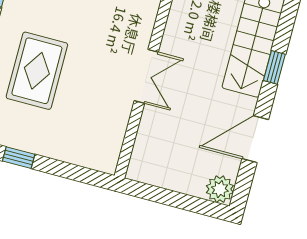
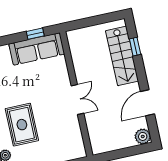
window: (274, 67) -> (135, 47), moved

